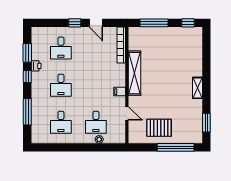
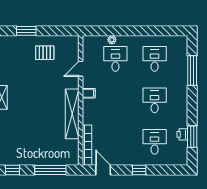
door: (96, 23) -> (103, 170), moved
printer: (36, 66) -> (182, 134), moved
window: (27, 77) -> (192, 110), removed
door: (127, 113) -> (81, 69), hinge flipped
pallet: (159, 128) -> (45, 53), width x0.67, depth x0.71
window: (176, 147) -> (26, 31), width x0.47

